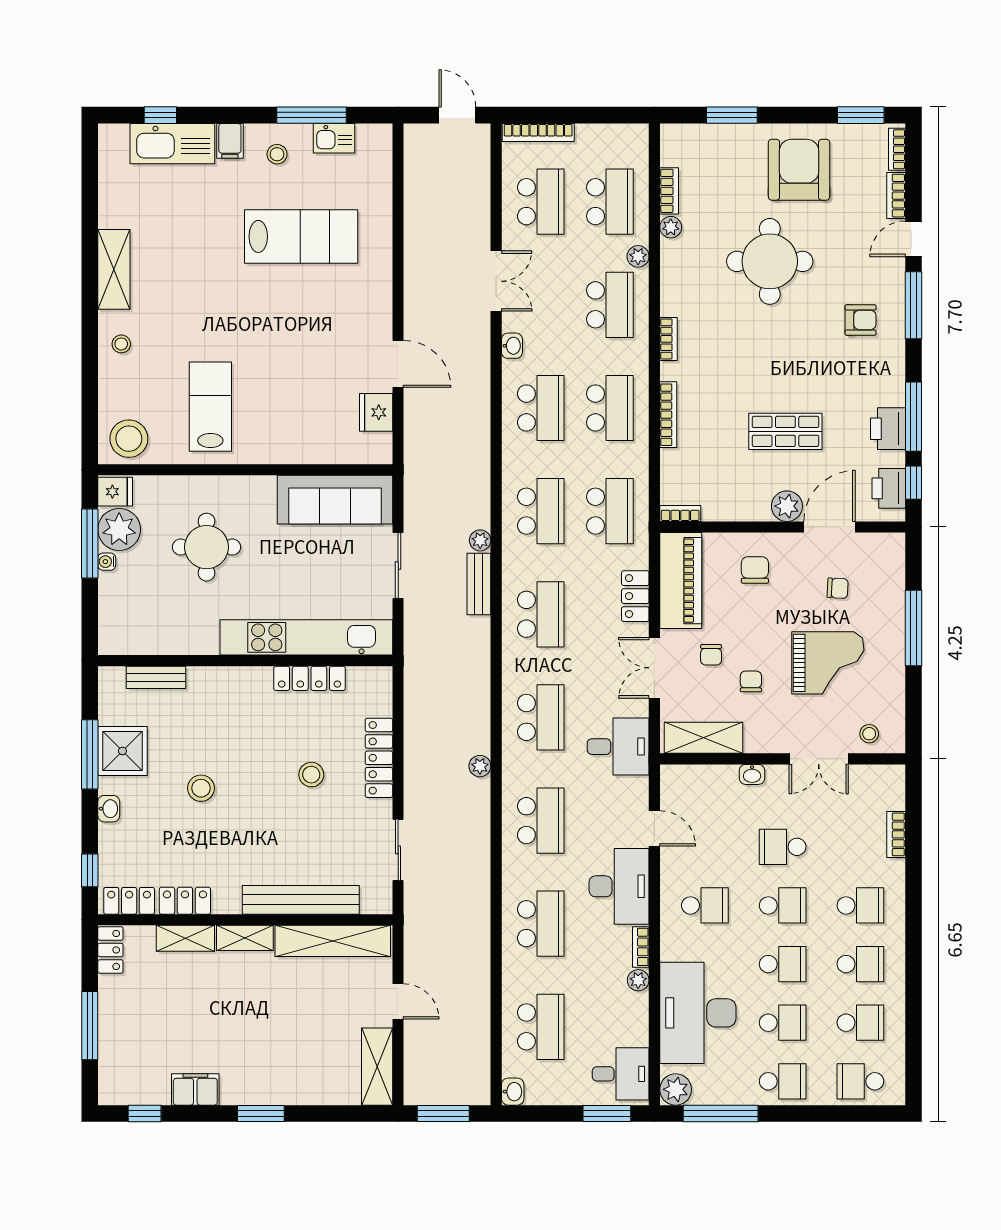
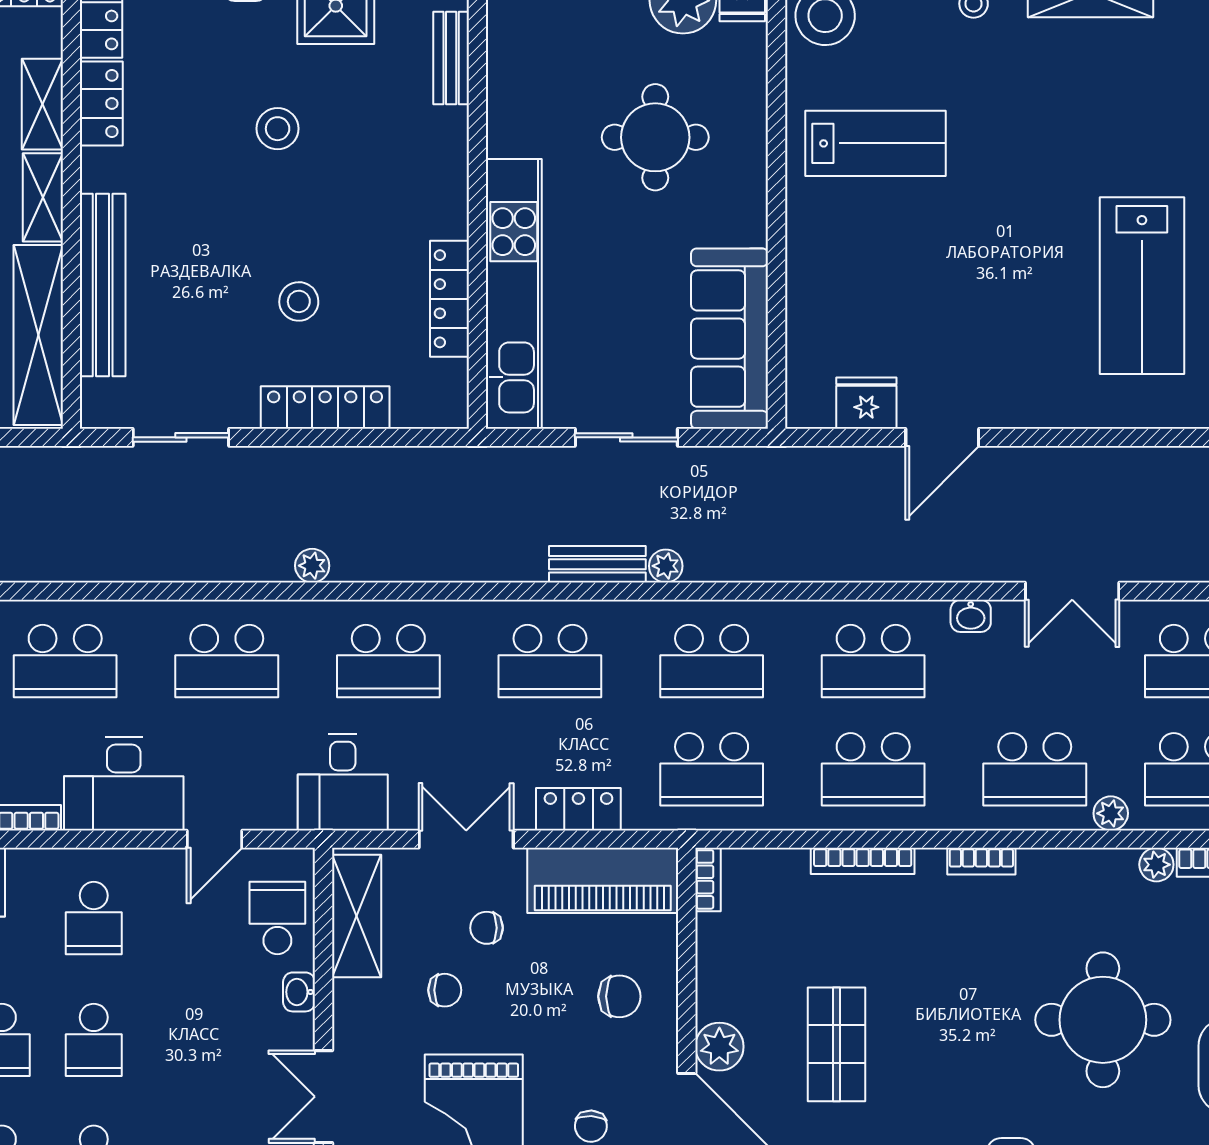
school desk: (783, 847) -> (277, 918), moved

